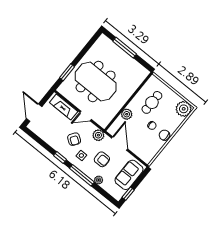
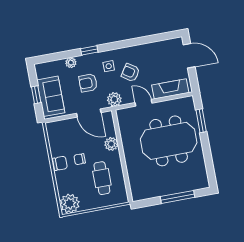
door: (86, 116) -> (143, 103), hinge flipped
window: (60, 157) -> (124, 44), removed
window: (82, 175) -> (89, 50), width x0.46
window: (128, 194) -> (36, 95), moved

